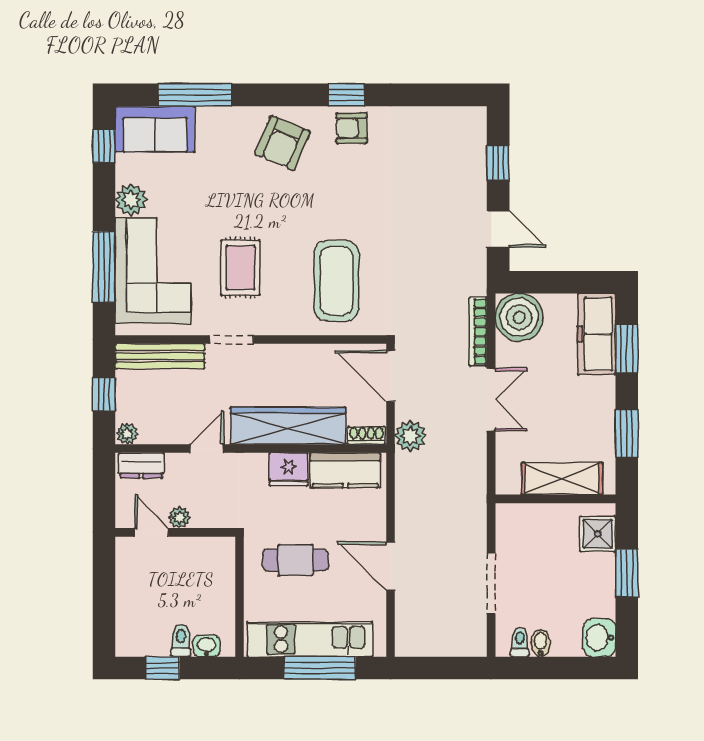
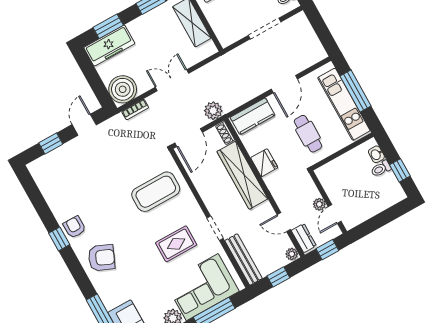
armchair: (352, 128) -> (75, 227), turned 180
bookcase: (478, 332) -> (135, 110), width x0.64
door: (207, 449) -> (284, 222), moved
kitchen counter: (345, 470) -> (253, 116), moved, turned 90
window: (104, 491) -> (327, 250), added

